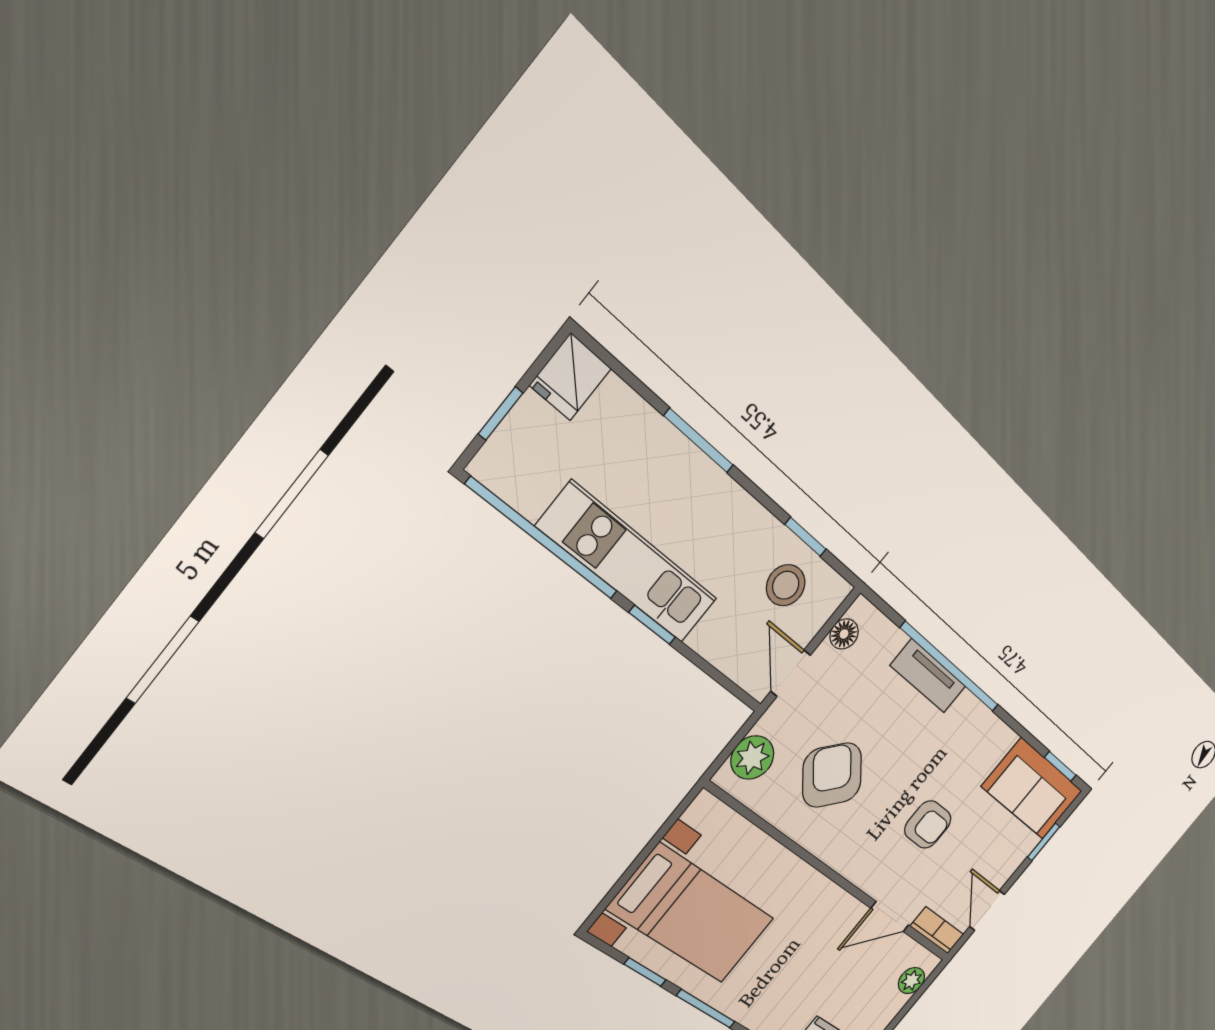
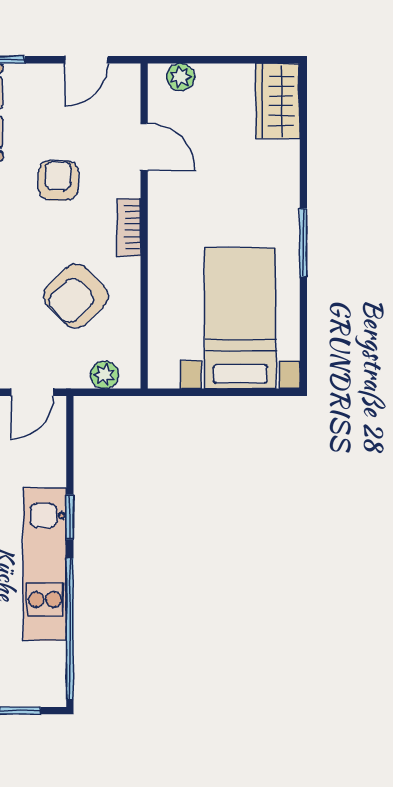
plant: (752, 758) -> (105, 375), width x0.73, depth x0.73
bookcase: (937, 930) -> (129, 227), moved
window: (645, 972) -> (303, 318), removed

